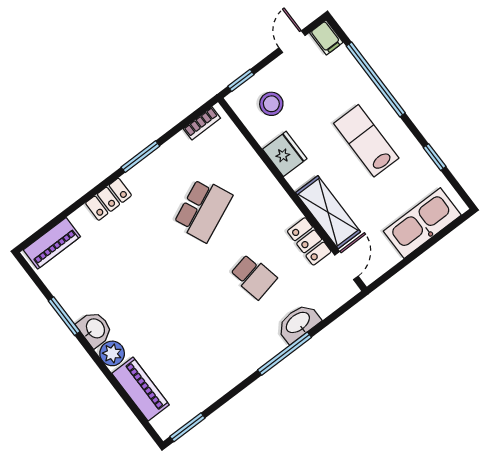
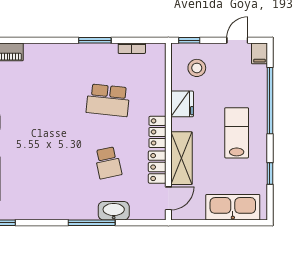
bookcase: (202, 123) -> (132, 48), moved
locker: (108, 199) -> (157, 132), moved, turned 90
school desk: (203, 210) -> (108, 100), turned 30

